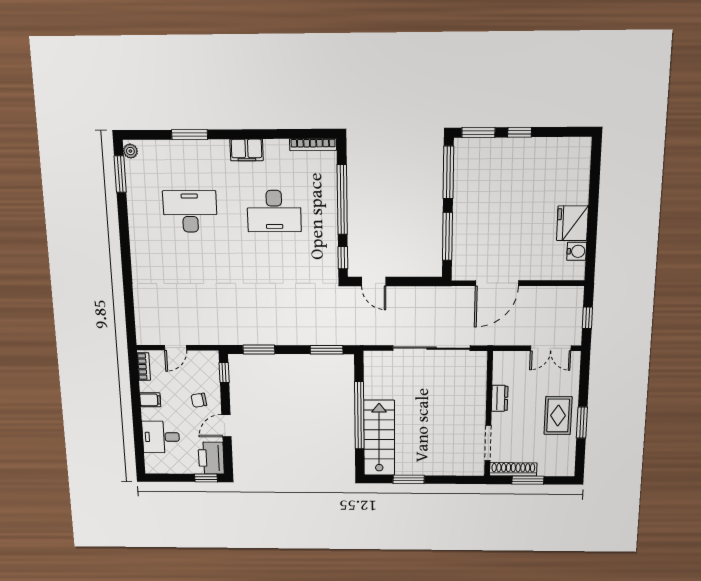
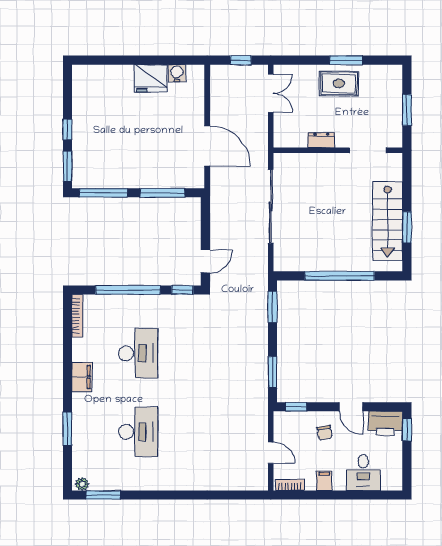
desk: (190, 211) -> (138, 432), turned 180
stairs: (379, 438) -> (388, 221), moved, turned -90
shoe rack: (513, 469) -> (395, 125), removed

